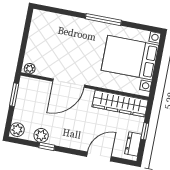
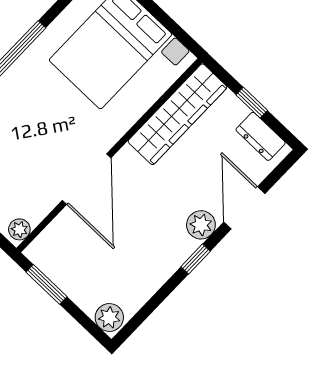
plant: (41, 135) -> (201, 225), moved
window: (47, 146) -> (196, 259), moved

